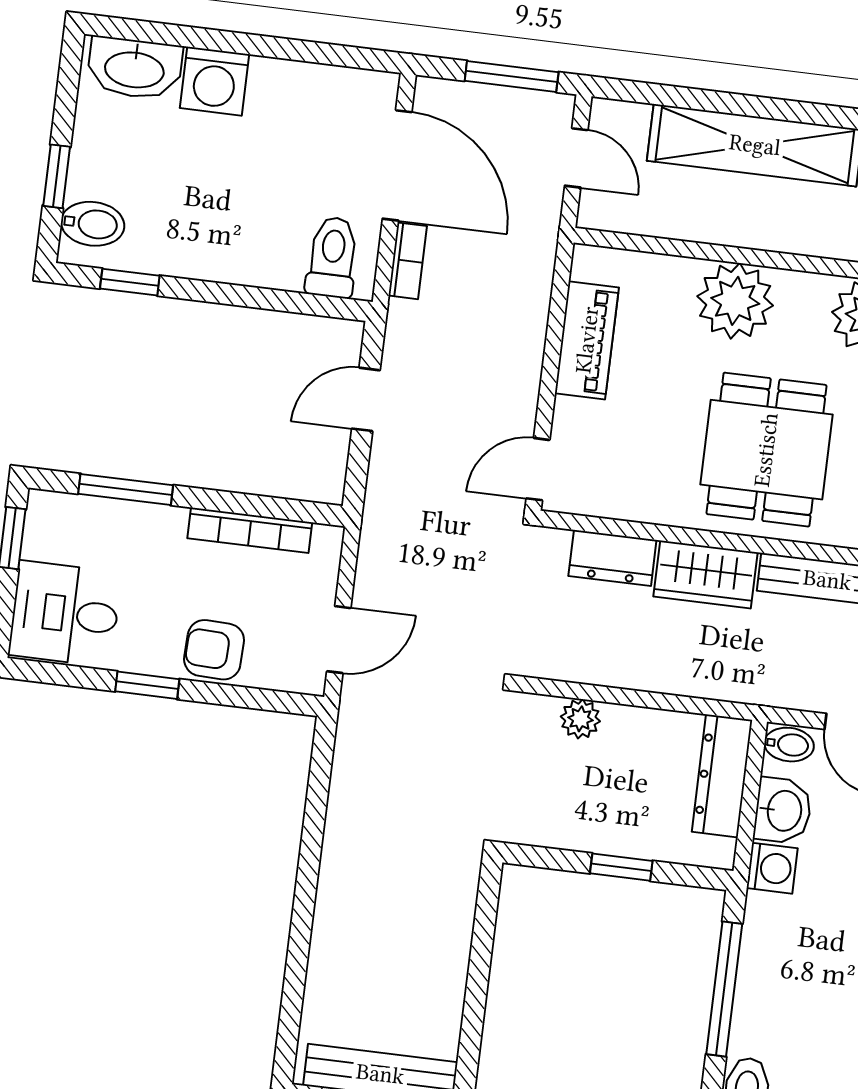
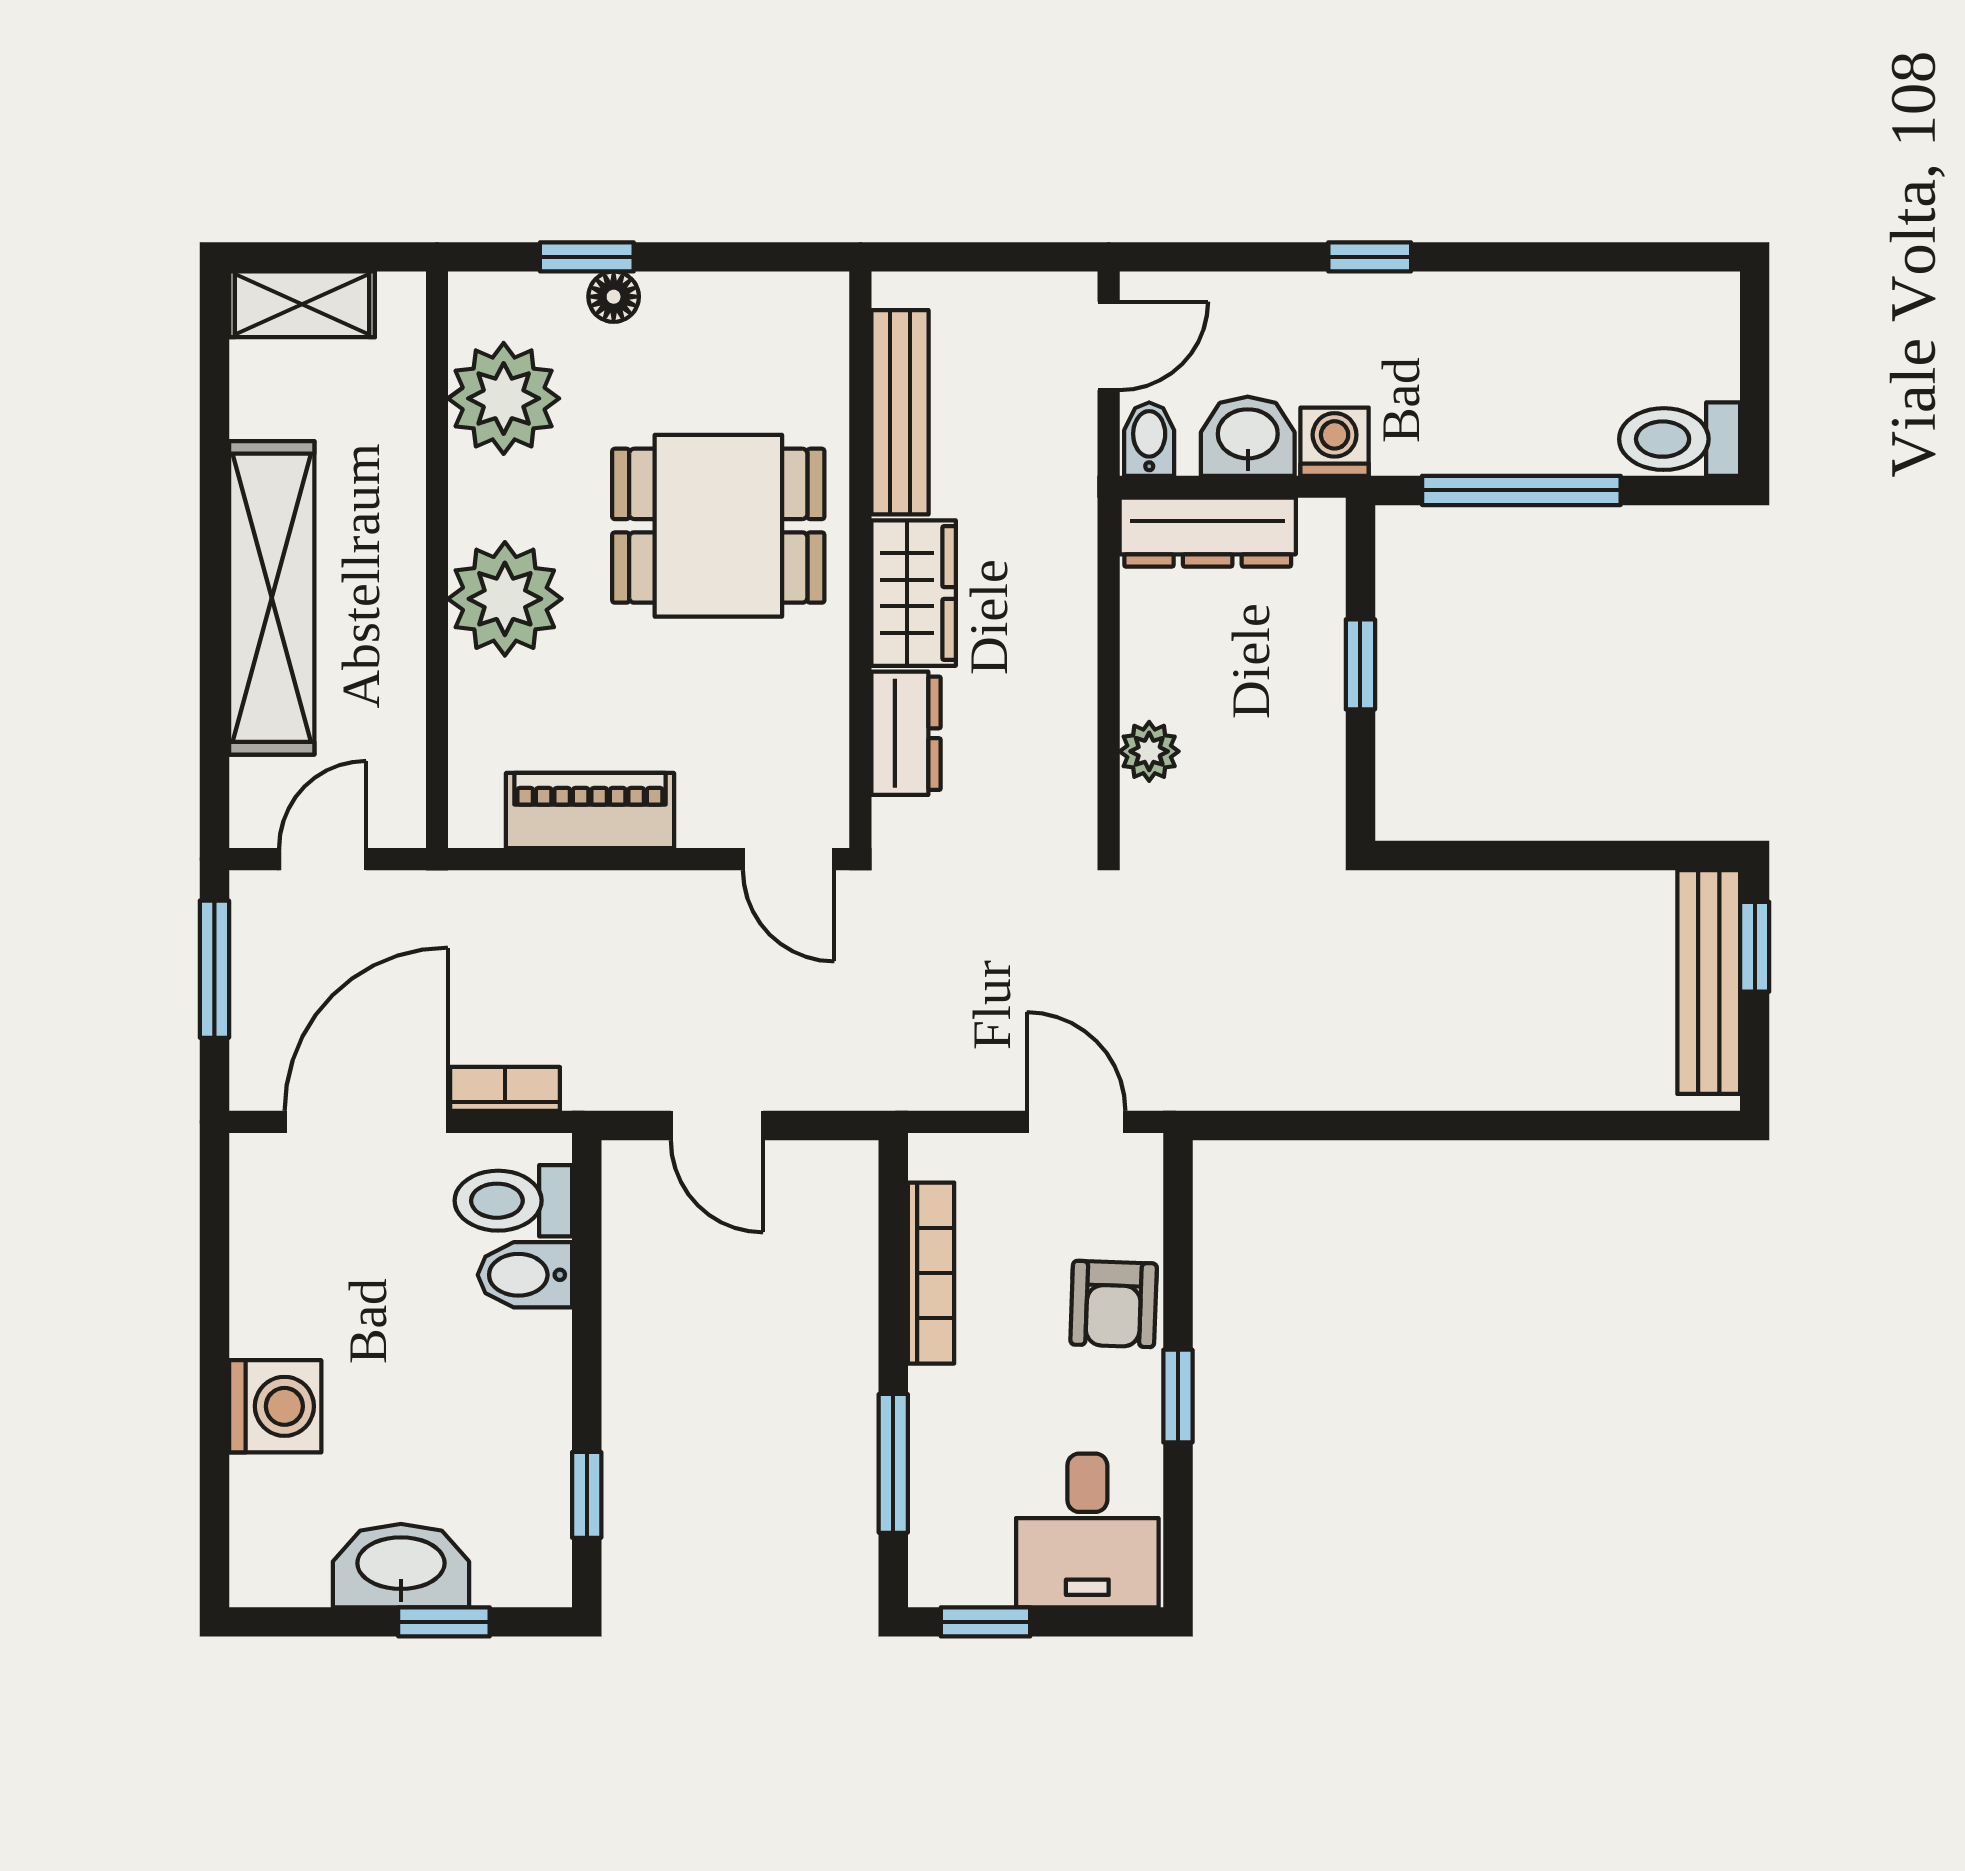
washbasin: (135, 68) -> (401, 1566), moved, turned -90
bidet: (93, 224) -> (525, 1275), moved, turned -90

